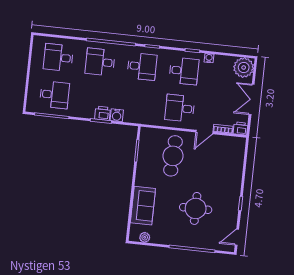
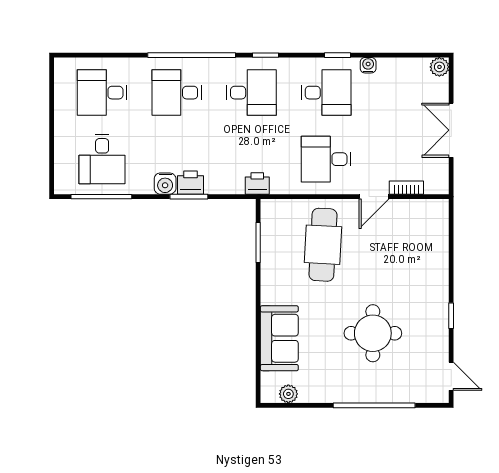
plant: (244, 68) -> (439, 67), width x0.53, depth x0.53
desk: (54, 95) -> (102, 159), turned 90
water cooler: (117, 115) -> (165, 184), moved
printer: (240, 128) -> (257, 183), moved
door: (237, 237) -> (451, 376), swing flipped

